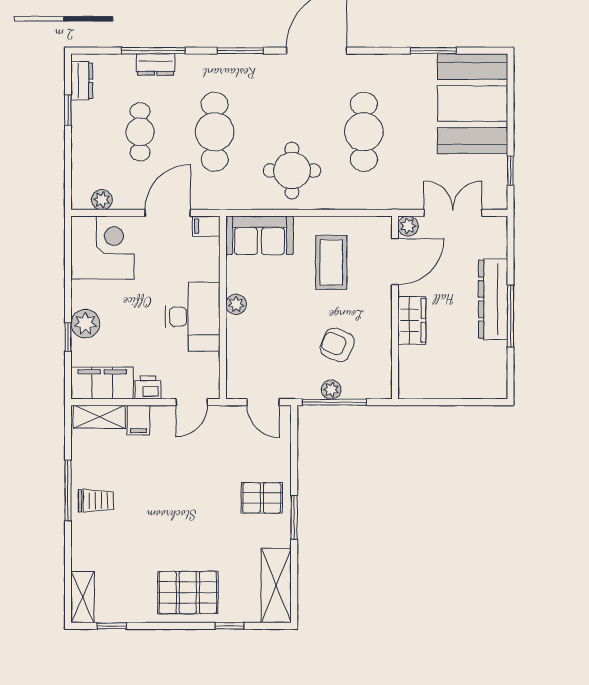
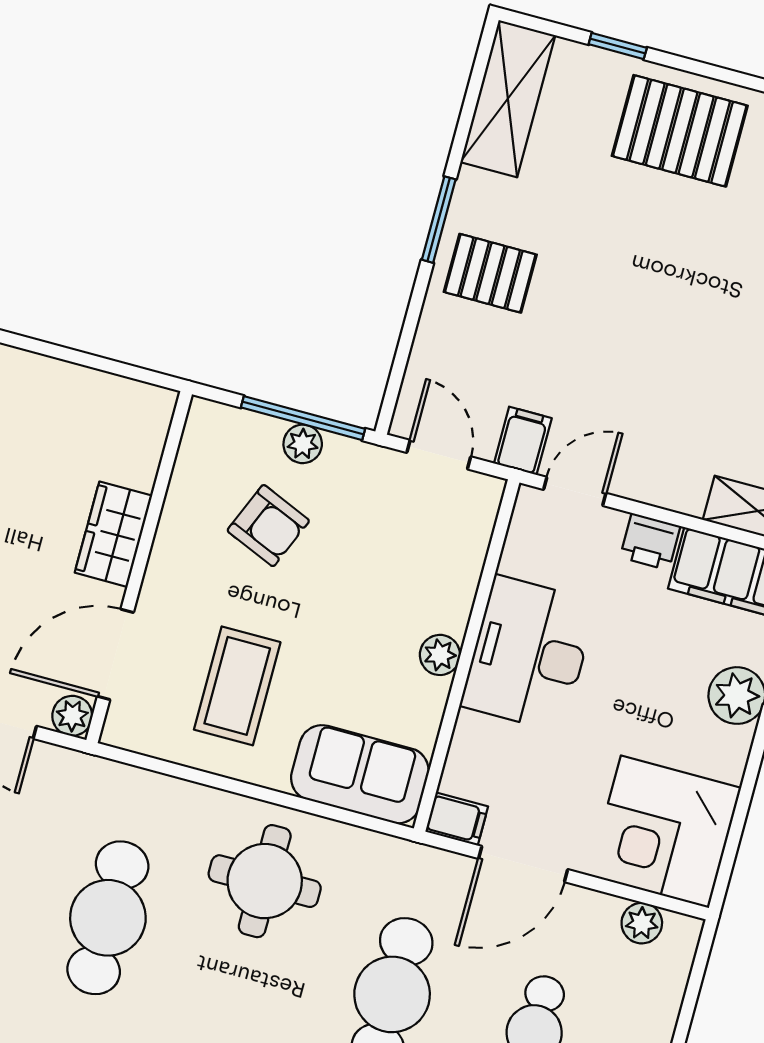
filing cabinet: (138, 420) -> (523, 441), moved

